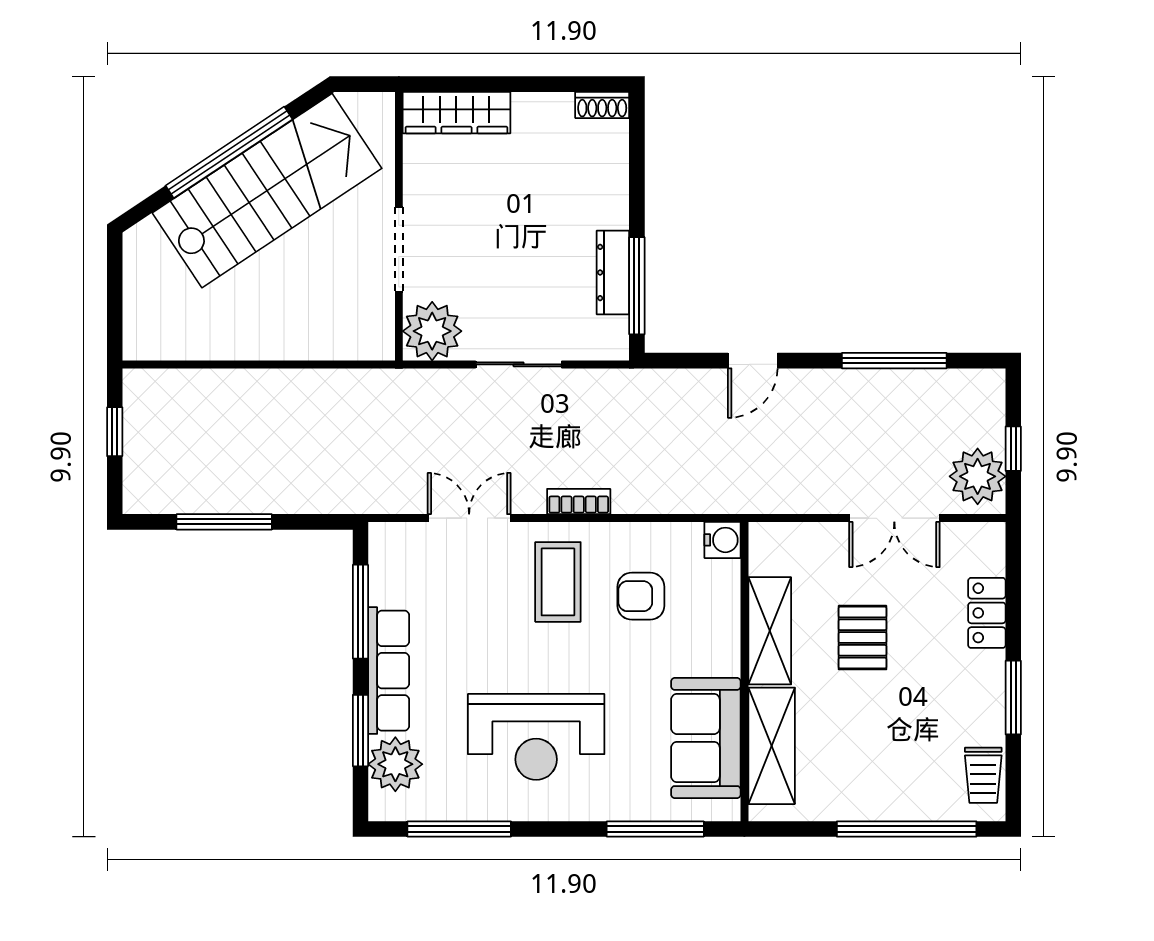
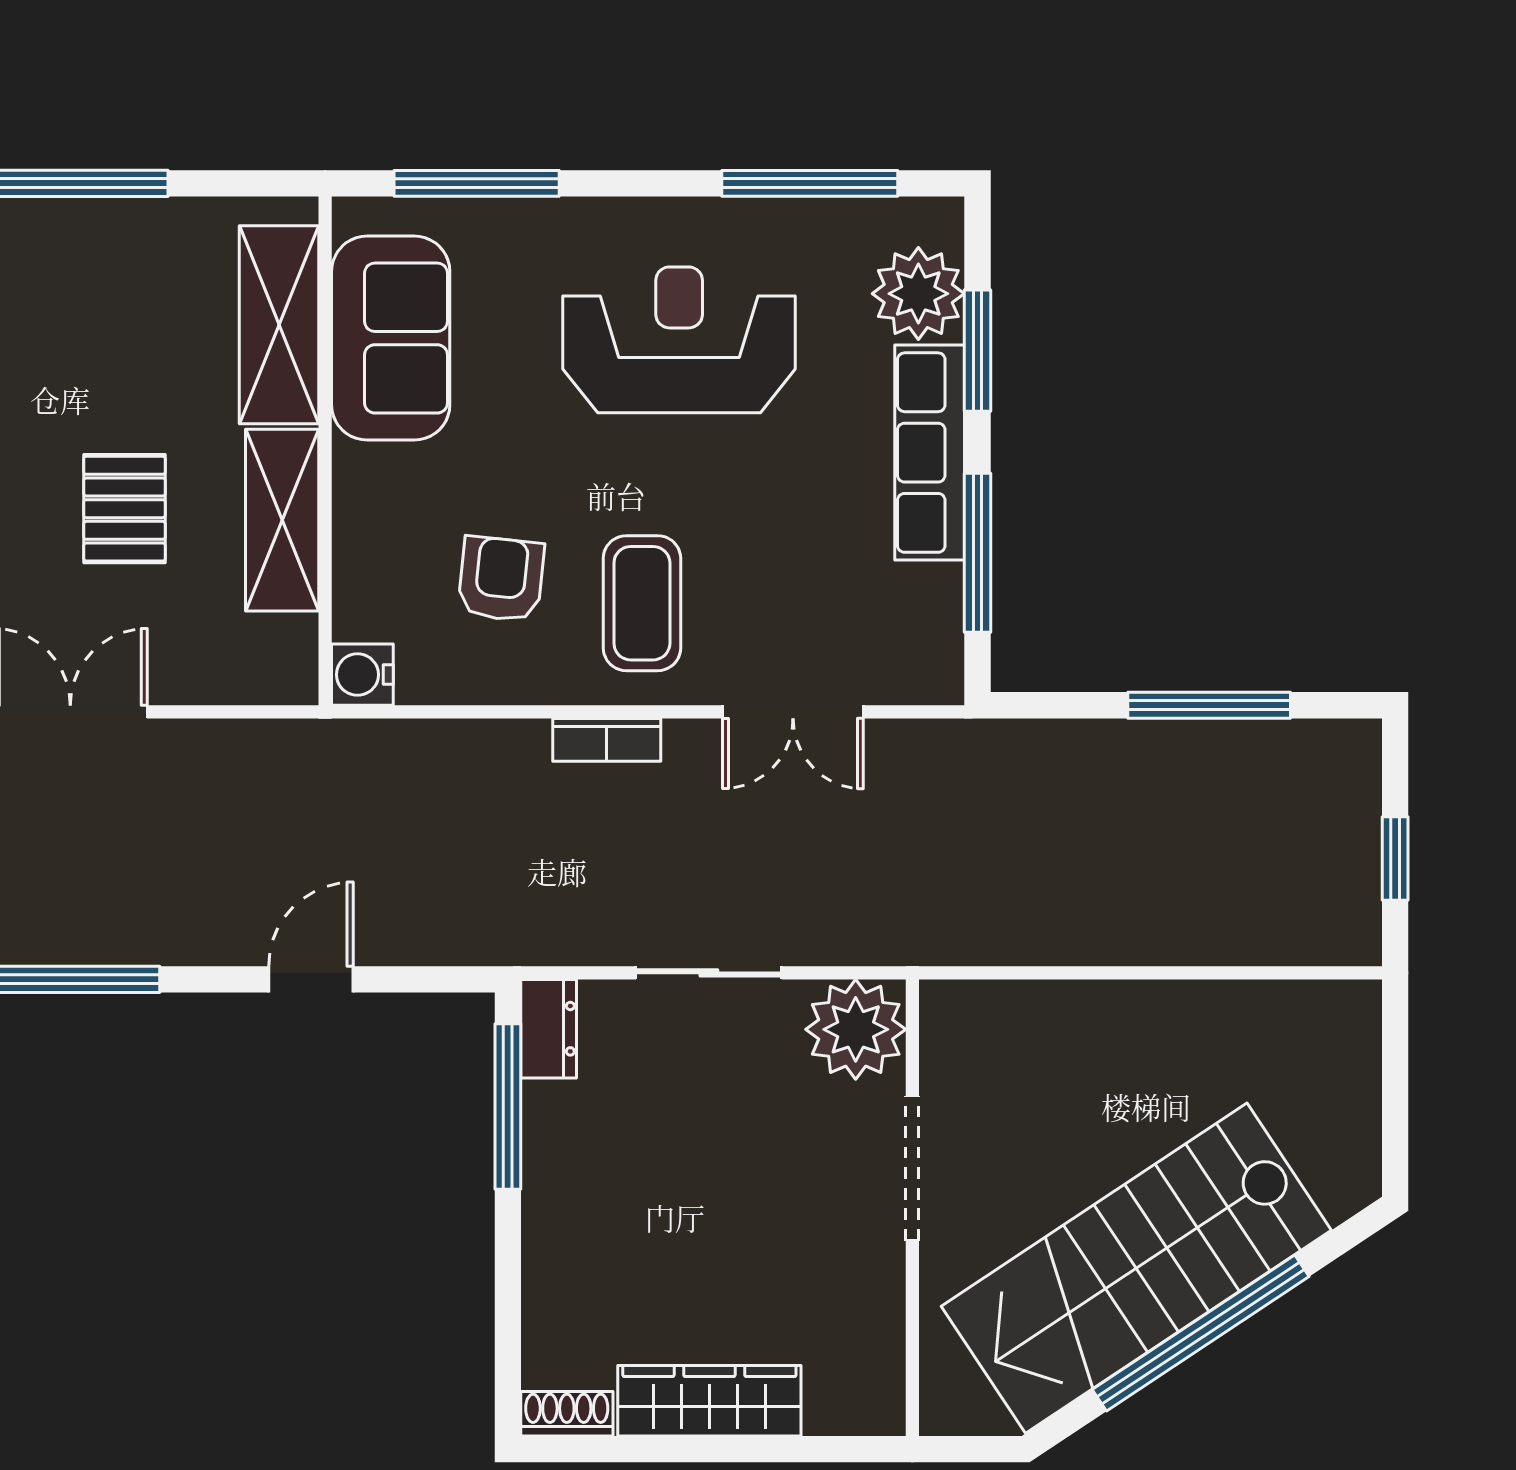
wardrobe: (456, 113) -> (709, 1401), moved
dresser: (613, 273) -> (549, 1029), moved, width x0.70
armchair: (641, 596) -> (501, 579), turned -84

